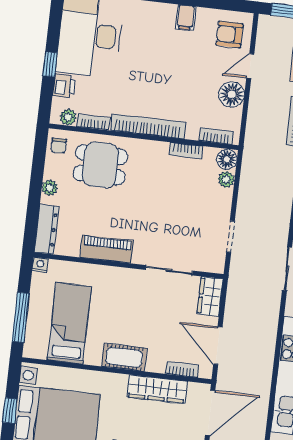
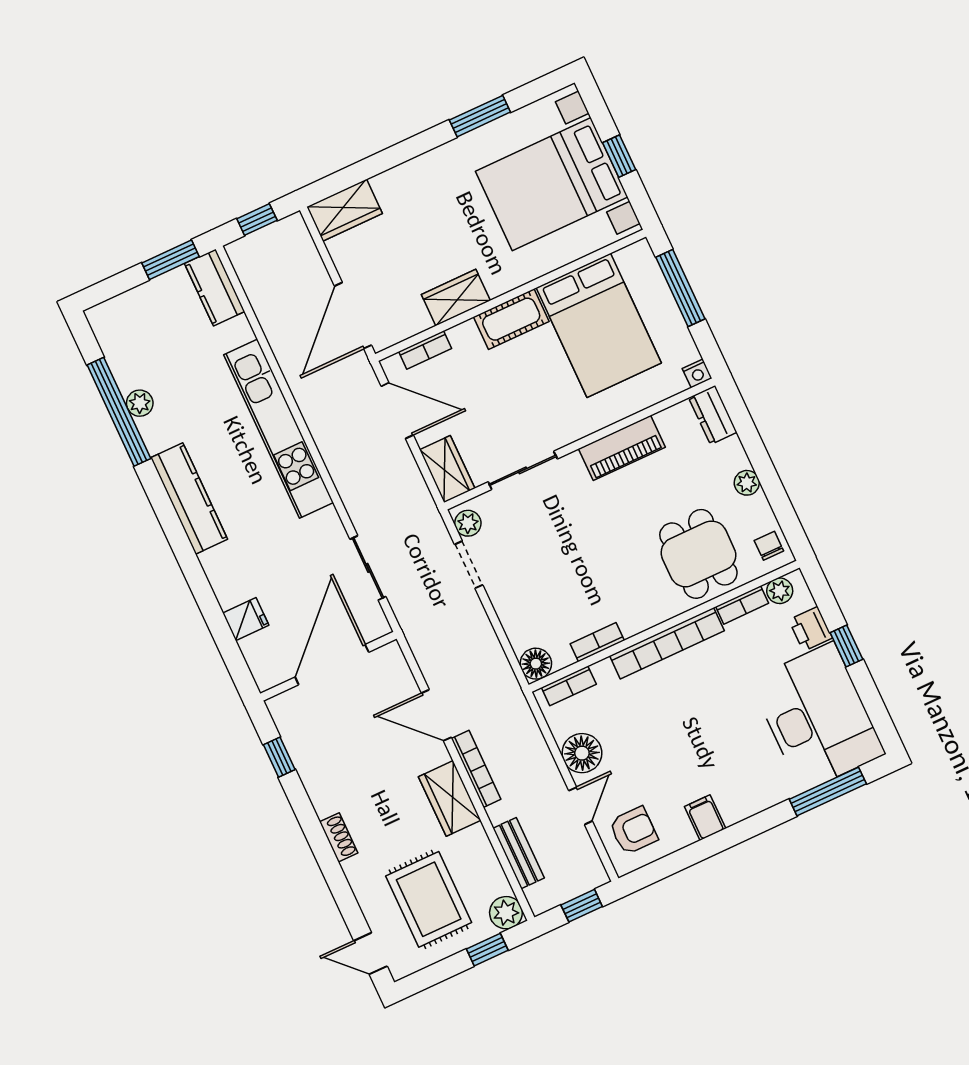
dining table: (100, 165) -> (698, 554), turned 90
plant: (226, 179) -> (468, 523), moved
dresser: (46, 229) -> (713, 415), width x0.70
bed: (69, 323) -> (599, 325), width x1.50
wardrobe: (157, 389) -> (456, 298), width x0.67

